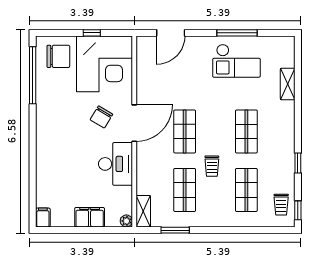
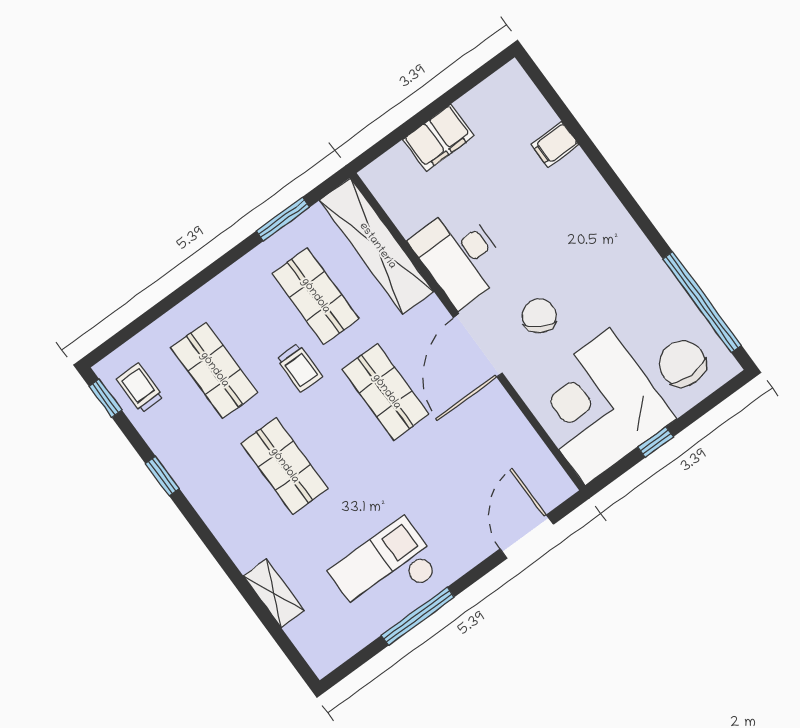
chair: (58, 56) -> (682, 364), turned 90
trolley: (212, 166) -> (299, 368), turned 180
shelving: (143, 211) -> (377, 246), width x2.20, depth x1.33
filing cabinet: (43, 218) -> (555, 145), moved, turned 90
plant: (126, 221) -> (374, 176), removed

